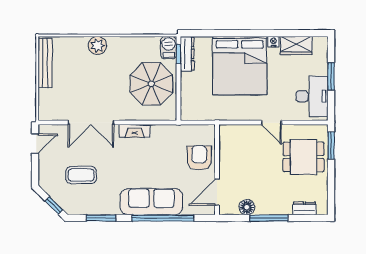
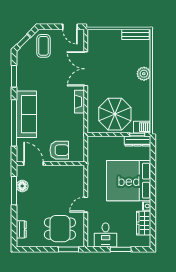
bench: (45, 63) -> (136, 34), width x0.73
desk: (312, 96) -> (106, 235), width x0.73
dining table: (303, 157) -> (60, 229), turned 90
coffee table: (81, 175) -> (43, 46), moved
window: (269, 218) -> (14, 191), moved

